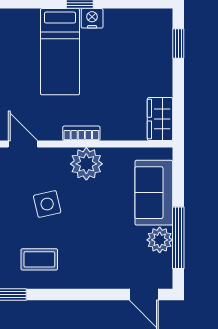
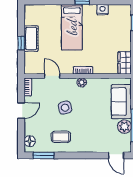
nightstand: (92, 18) -> (103, 10), moved
plant: (86, 164) -> (82, 82), width x0.53, depth x0.53

